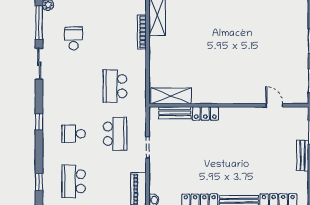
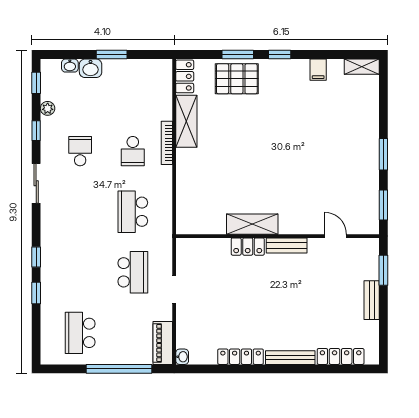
window: (39, 22) -> (36, 131), width x0.46
shelving: (171, 96) -> (252, 224), moved
bench: (175, 113) -> (287, 246), moved
school desk: (74, 134) -> (133, 151), moved, turned -90
window: (39, 182) -> (36, 293), moved

